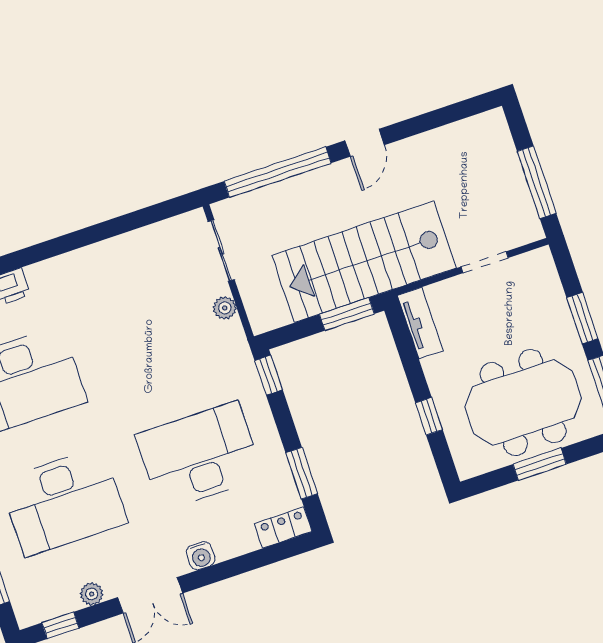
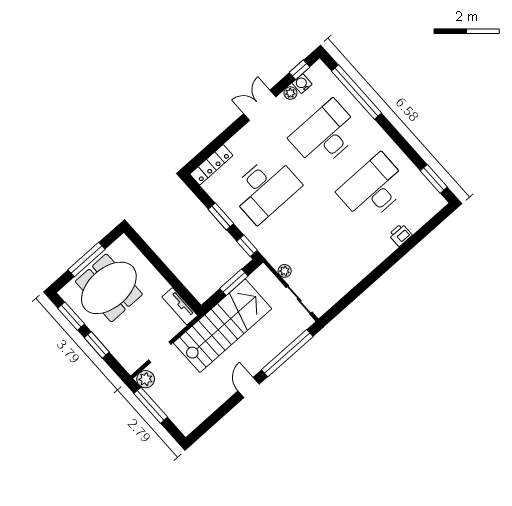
plant: (527, 228) -> (146, 379), added
window: (347, 314) -> (234, 282), moved
window: (429, 416) -> (155, 260), removed
window: (540, 464) -> (87, 260), width x1.44
window: (302, 473) -> (221, 217), moved
locker: (283, 528) -> (211, 165), width x1.53
water cooler: (201, 556) -> (302, 84), moved

